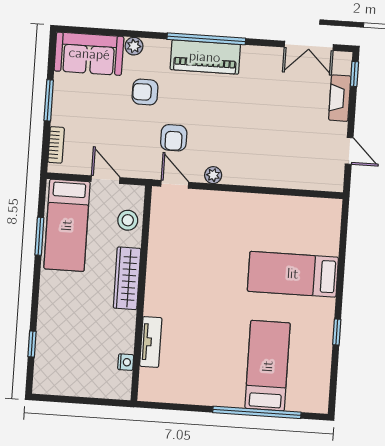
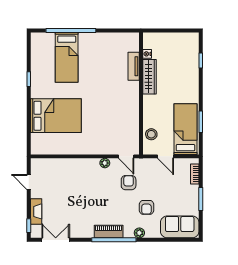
plant: (134, 46) -> (139, 233), moved
piano: (205, 57) -> (109, 232), width x0.73, depth x0.75
armchair: (145, 92) -> (146, 207), turned 90
bed: (293, 274) -> (56, 116), width x1.50
wardrobe: (127, 278) -> (149, 77), moved

